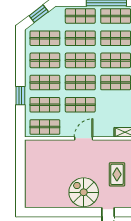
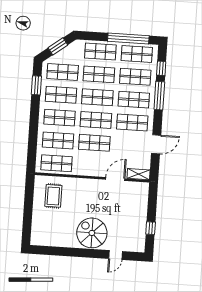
window: (20, 96) -> (36, 85), moved
door: (84, 138) -> (115, 179), moved
rug: (117, 174) -> (53, 196), moved

